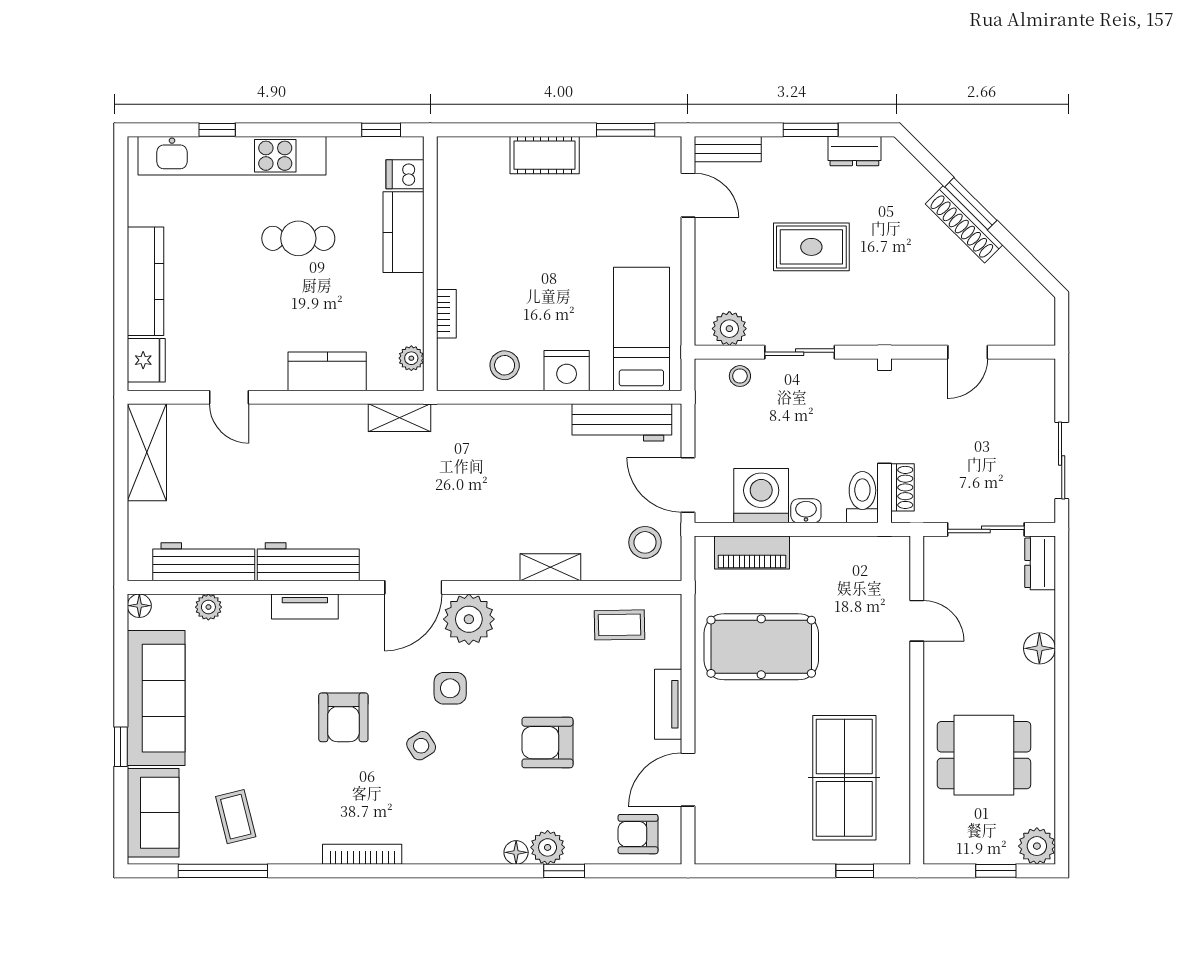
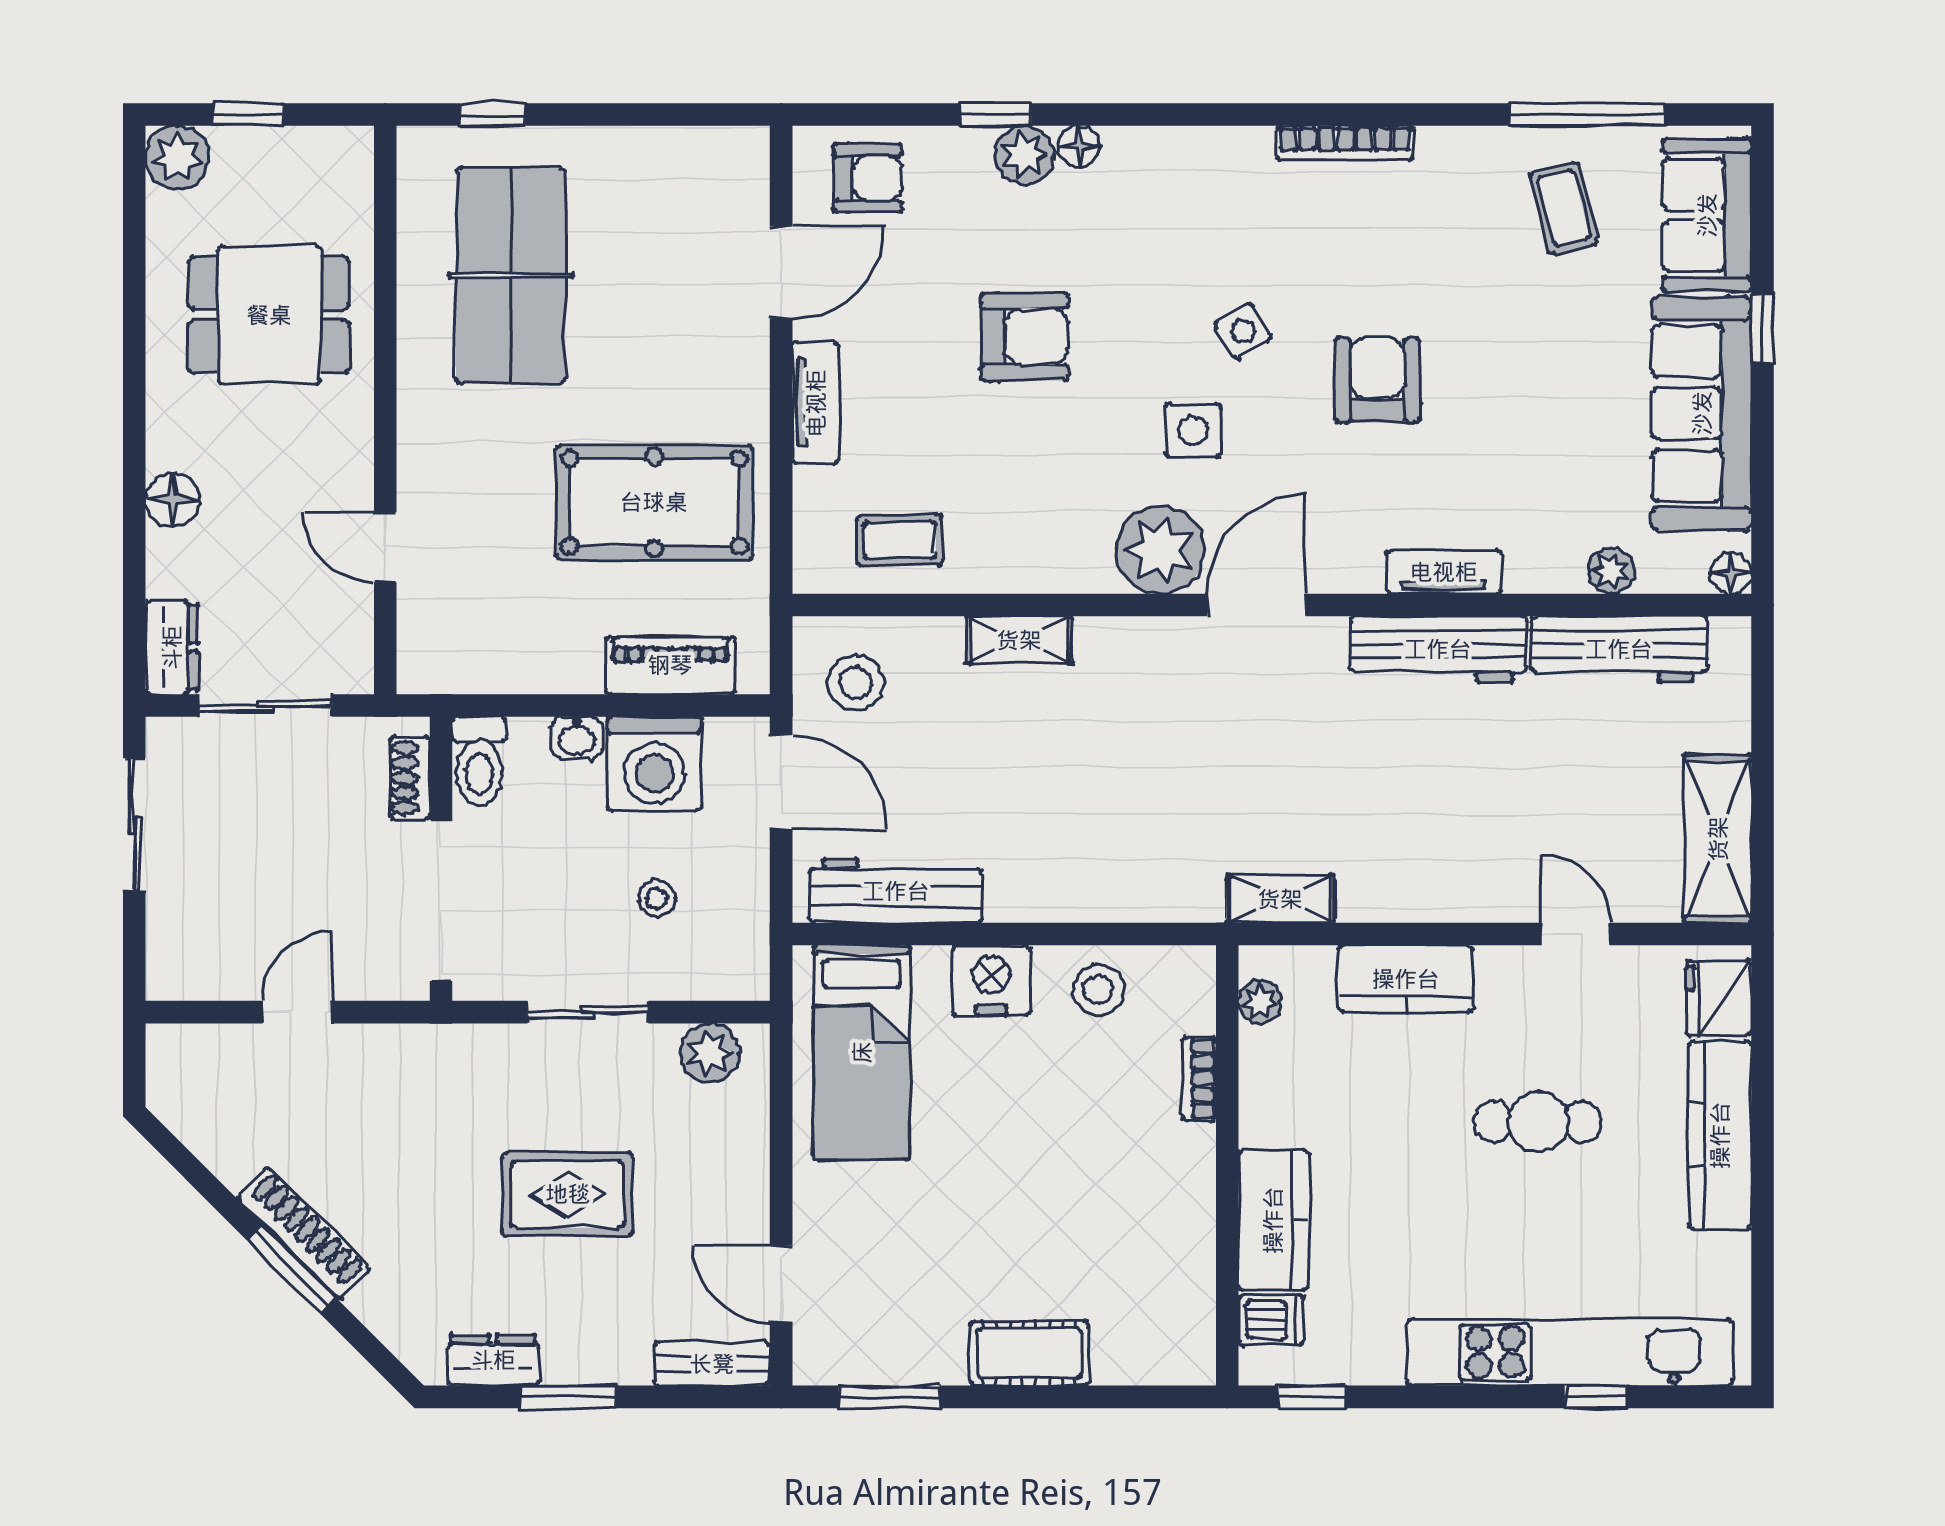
cafe table: (298, 238) -> (1538, 1122), moved
stool: (740, 376) -> (657, 898), moved

